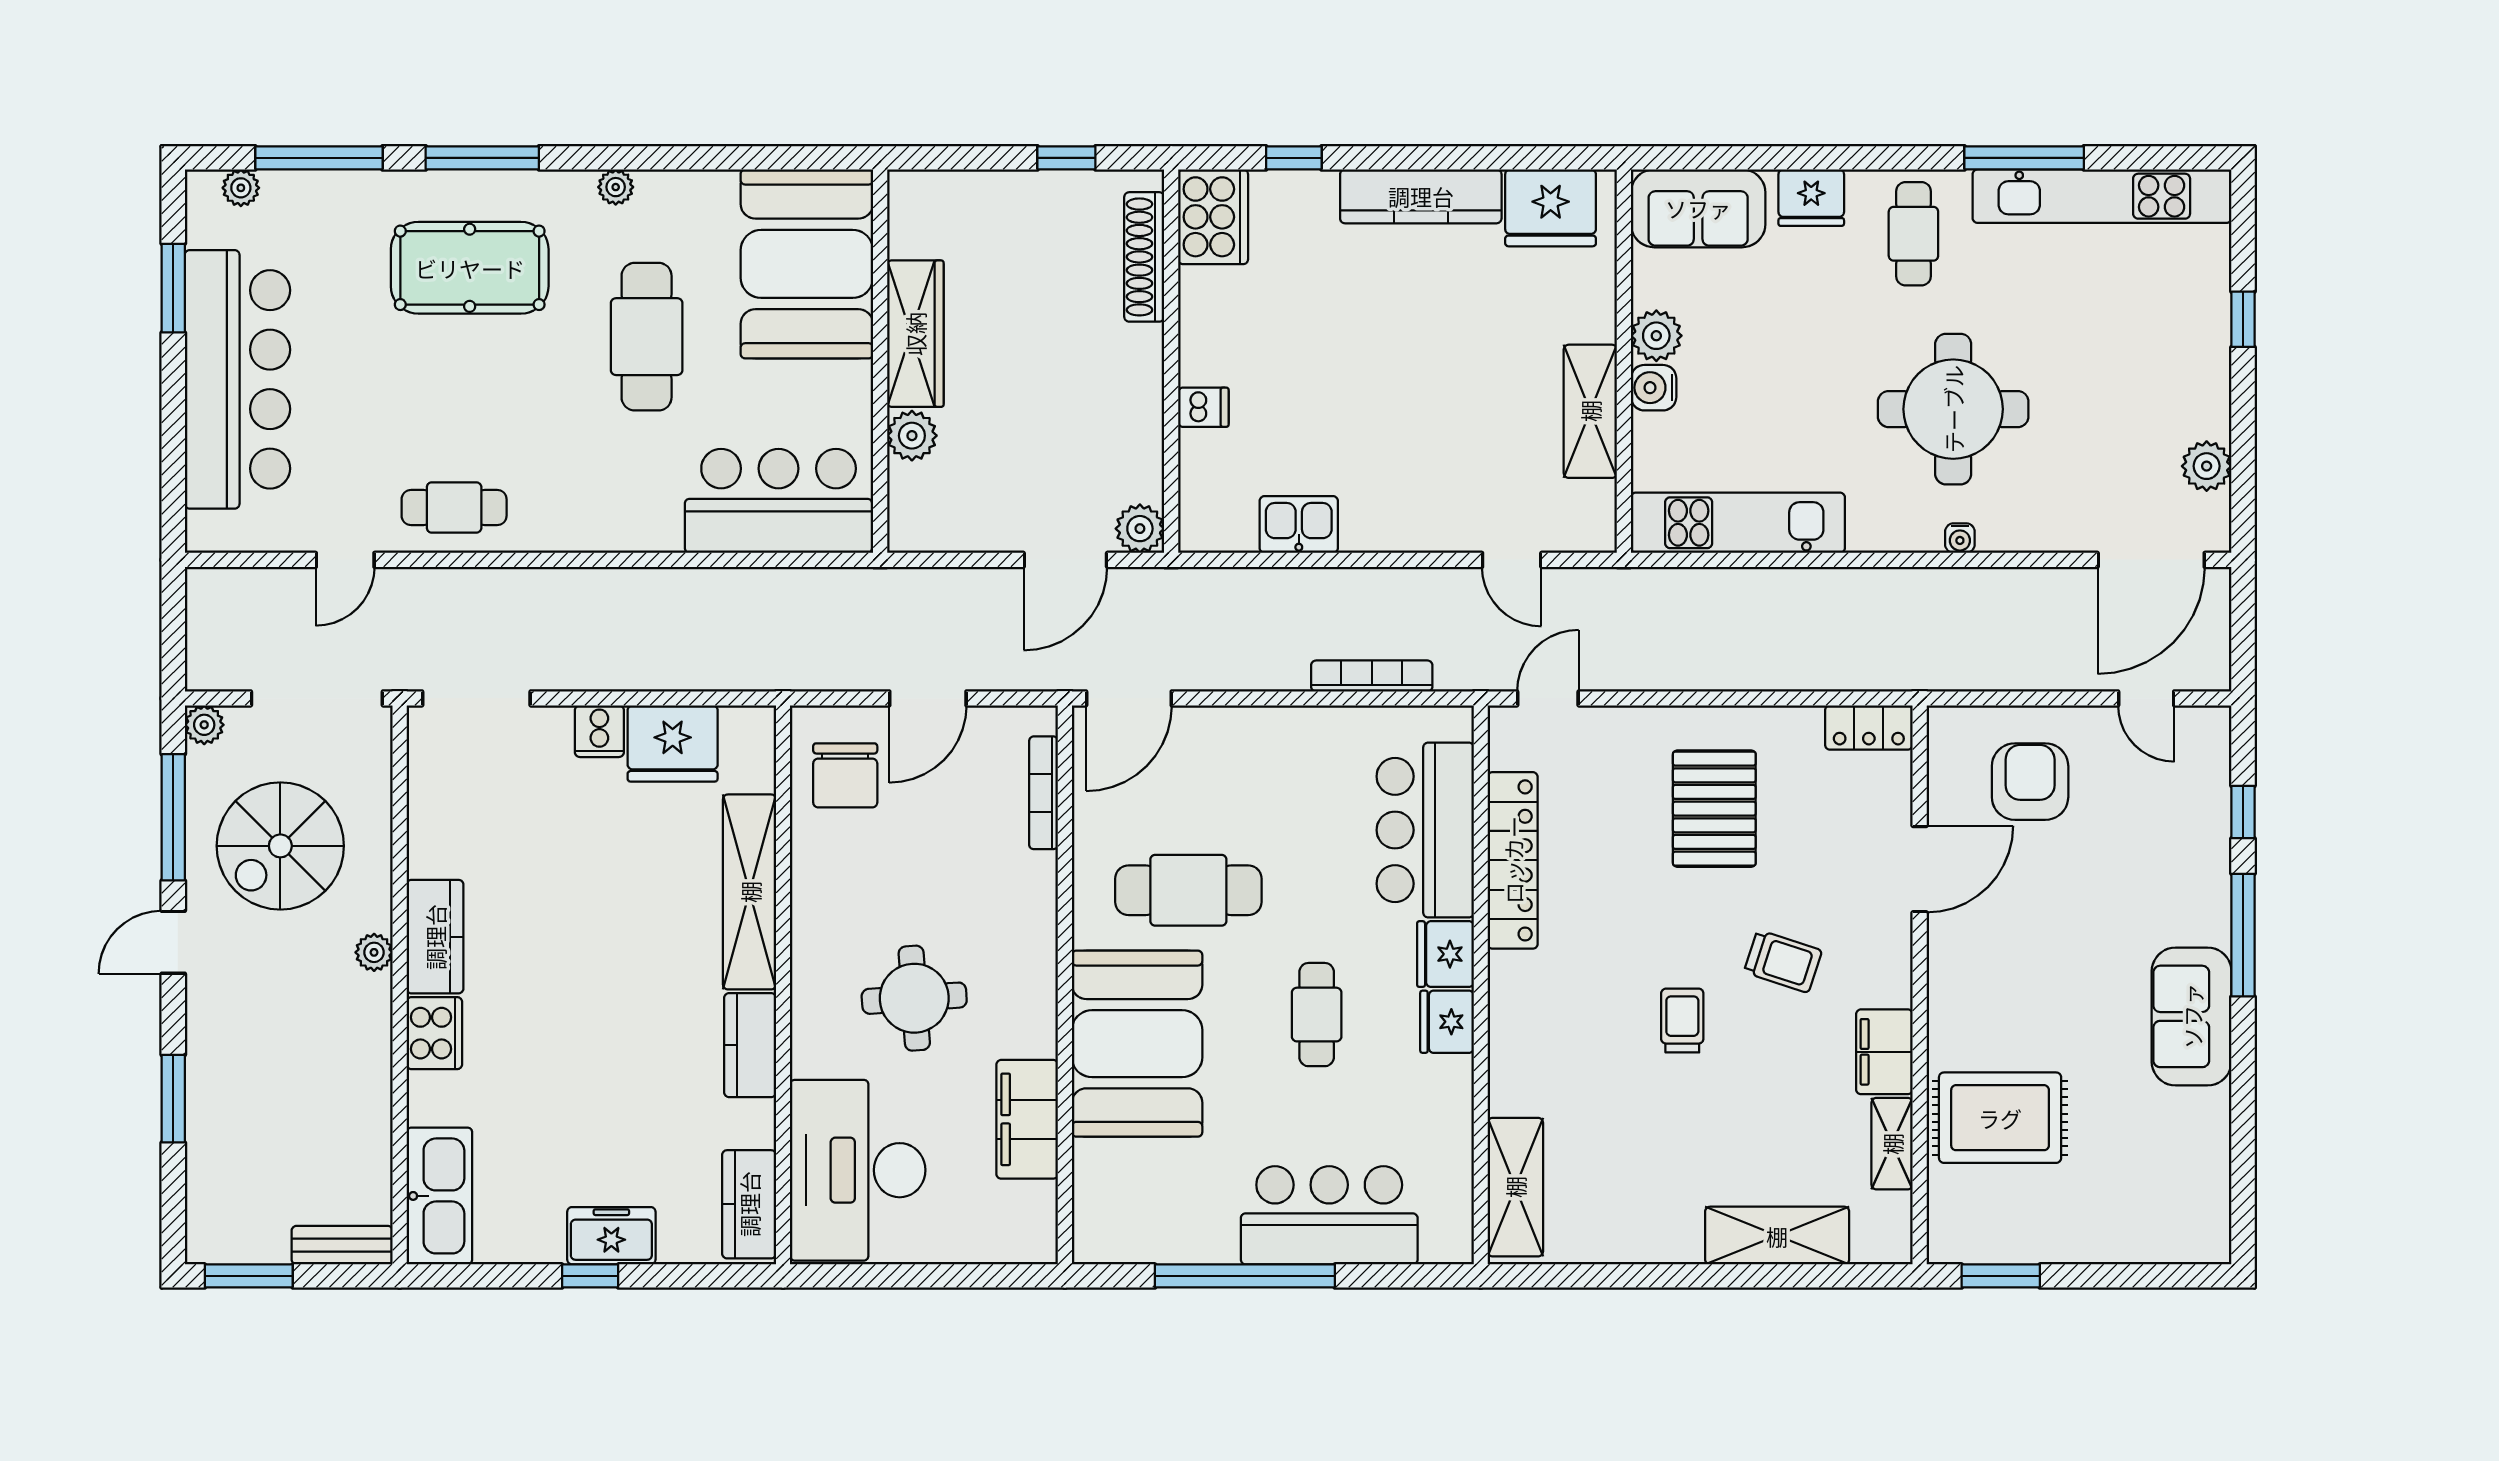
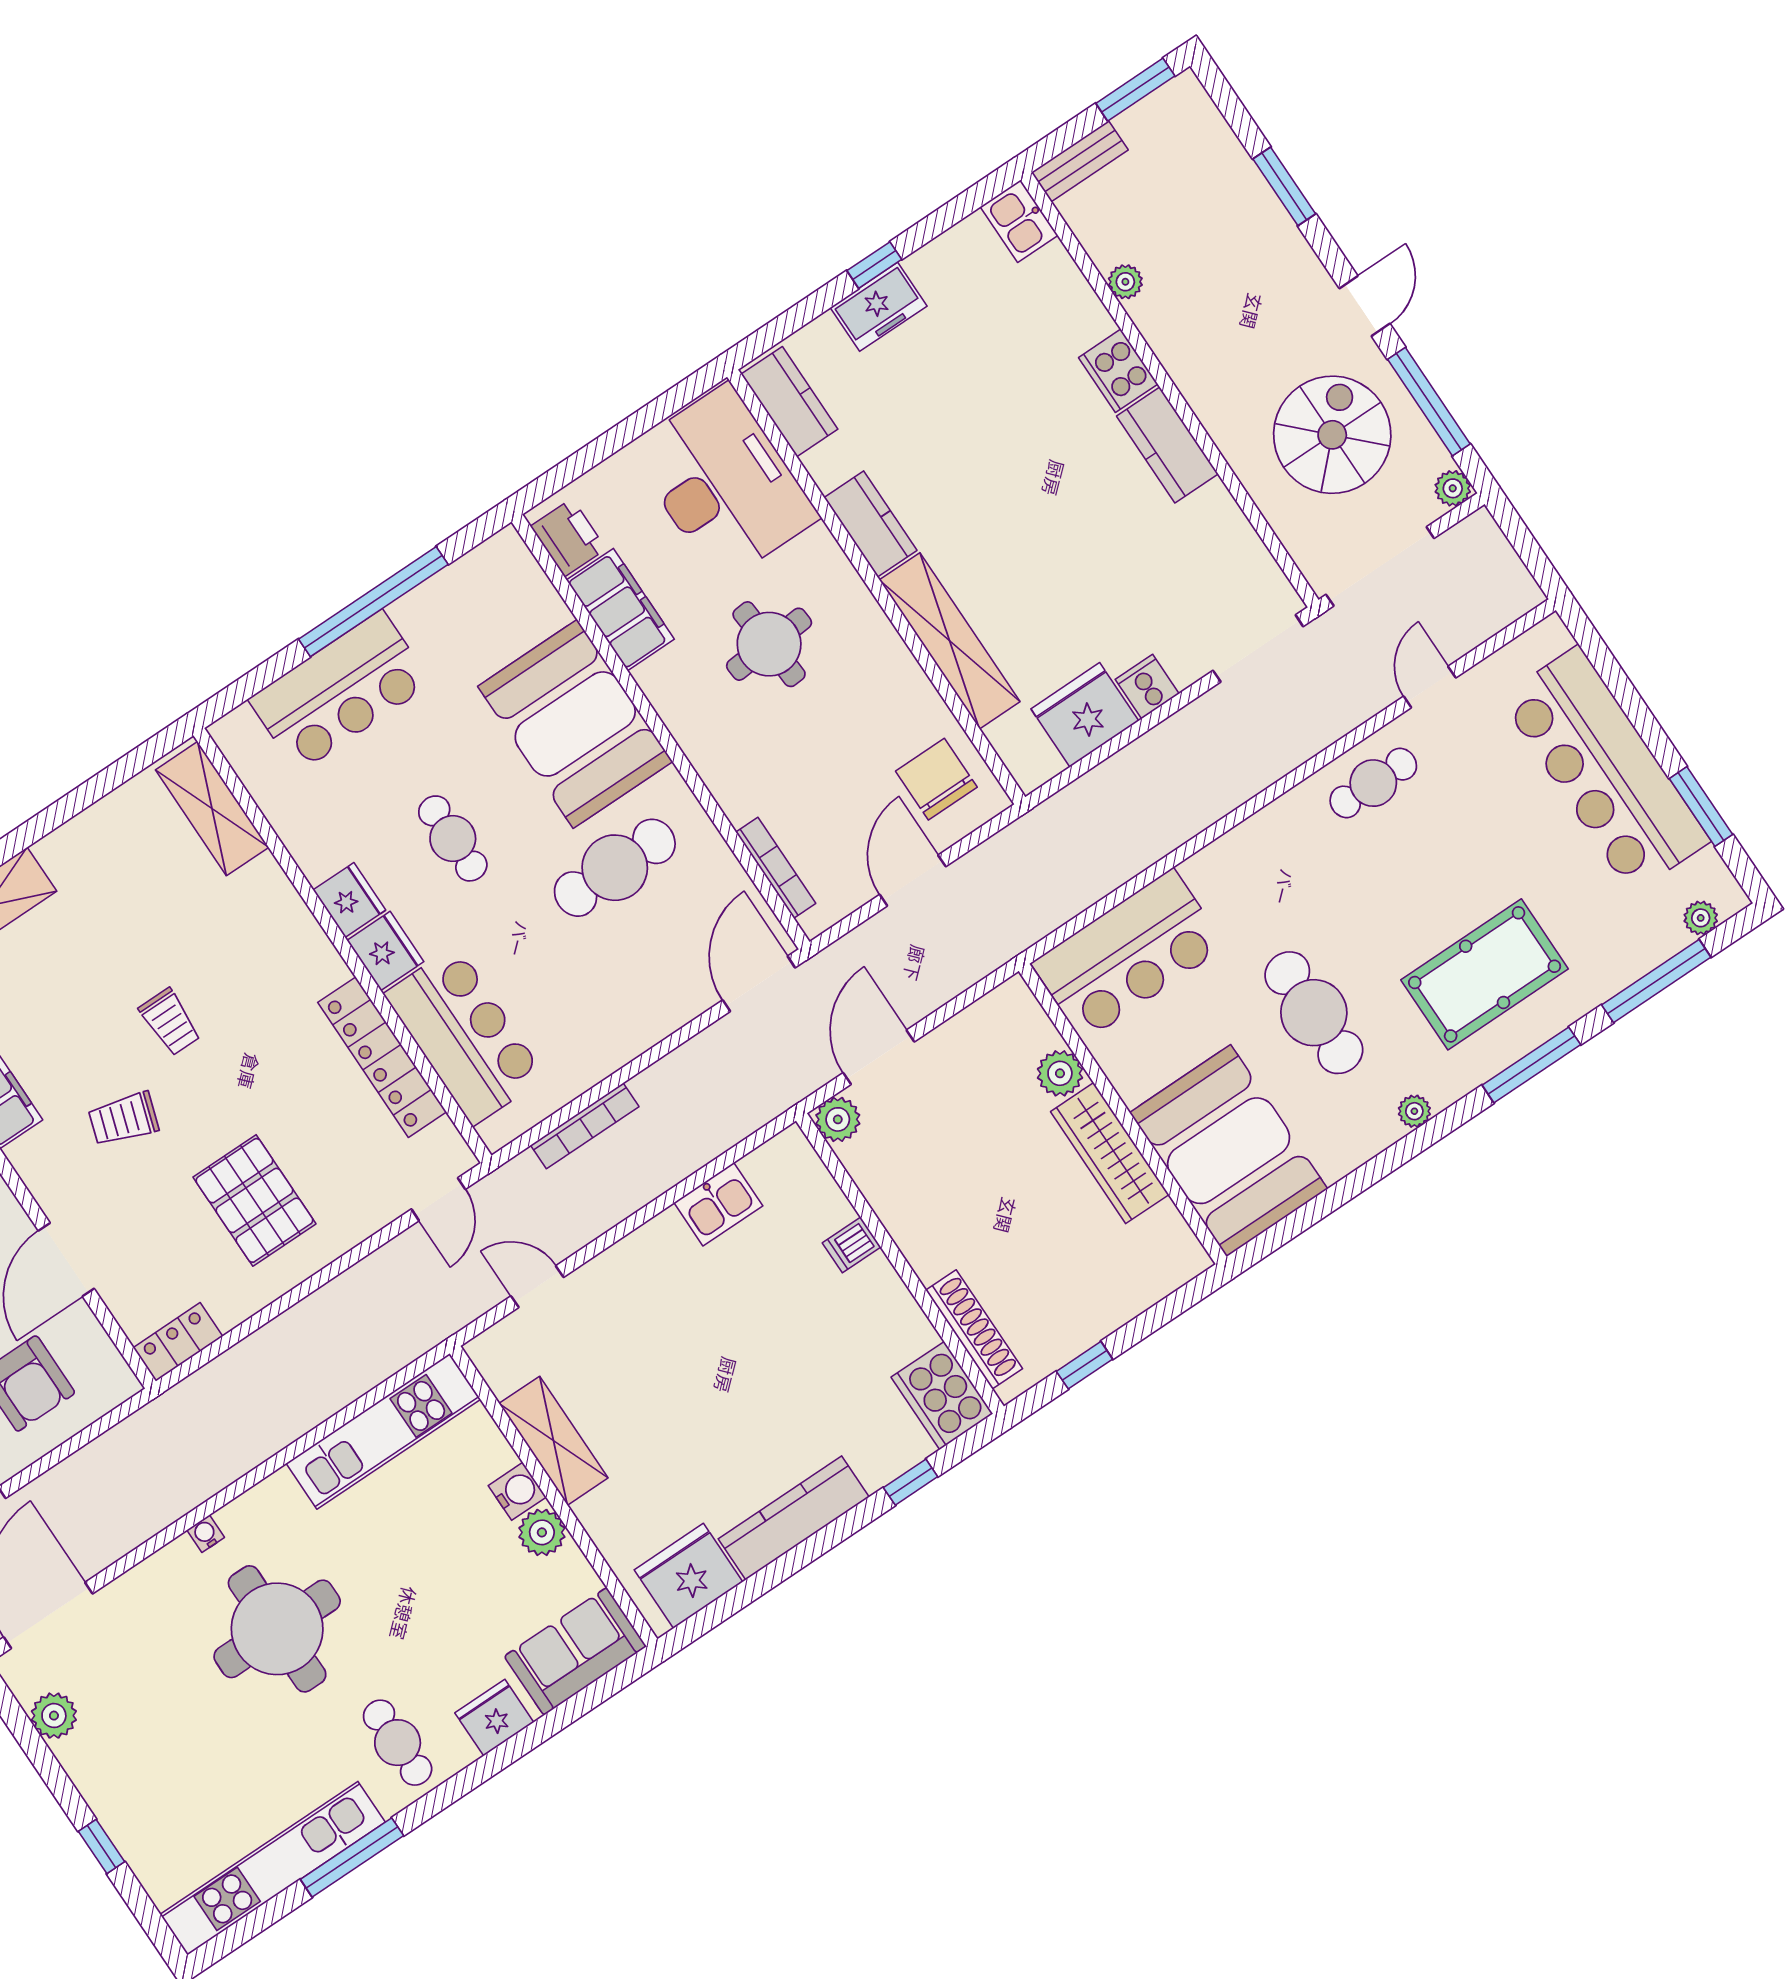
plant: (374, 952) -> (1125, 282), moved
kitchen sink: (439, 1196) -> (1019, 221), width x0.53, depth x0.81
printer: (1030, 1216) -> (568, 538), added

